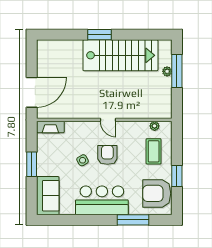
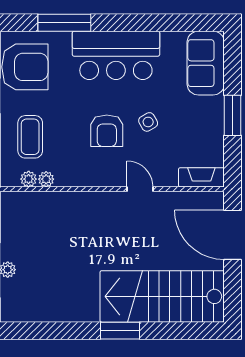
stairs: (120, 55) -> (162, 296), moved
door: (32, 92) -> (233, 235), hinge flipped
door: (108, 120) -> (140, 189), moved
plant: (144, 126) -> (46, 179), added

